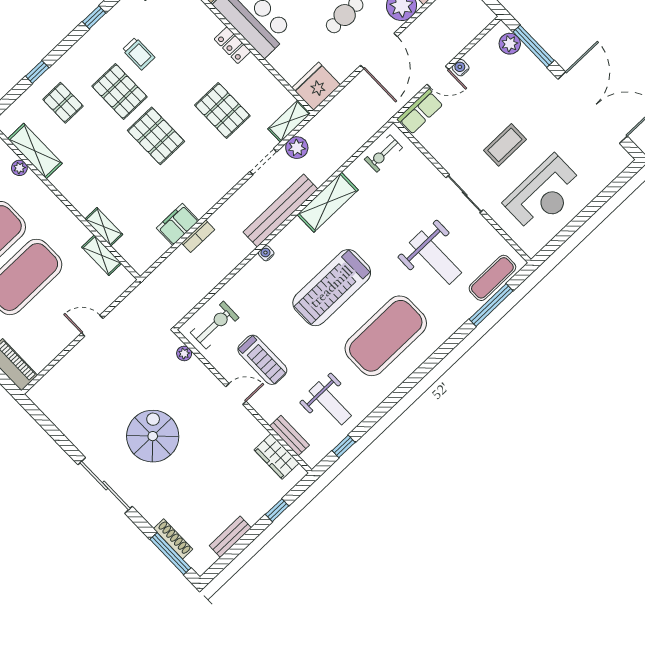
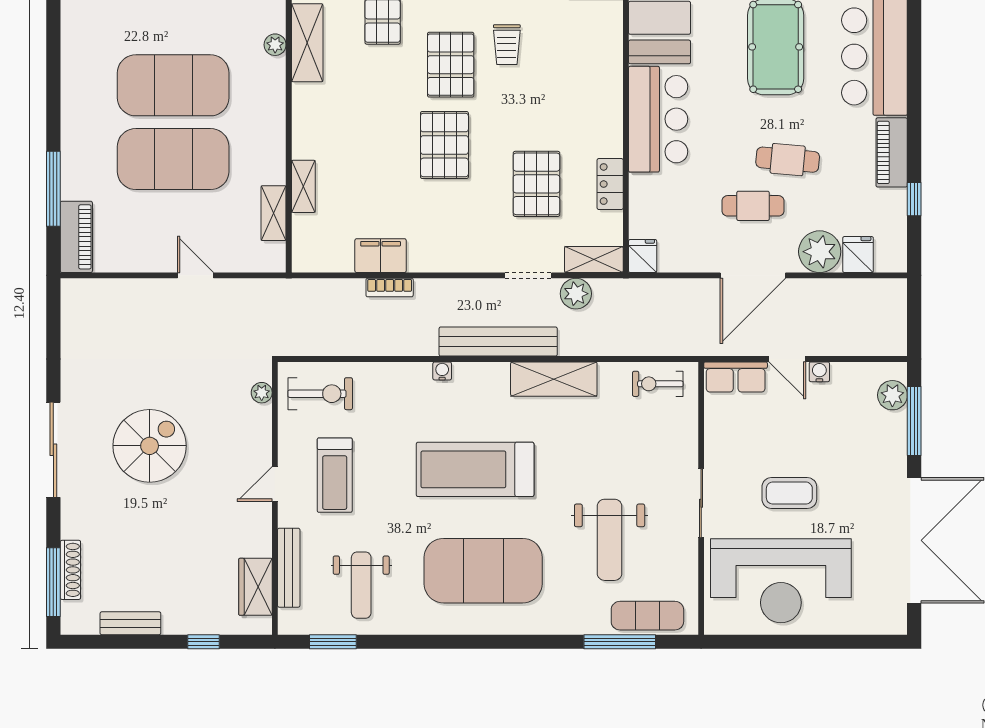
locker: (232, 45) -> (610, 184), moved
fridge: (316, 86) -> (643, 256), width x0.53, depth x0.75
reception desk: (544, 194) -> (781, 581), width x1.36, depth x1.30
door: (236, 394) -> (275, 484), swing flipped
bench: (290, 436) -> (289, 568), width x1.36
window: (344, 446) -> (333, 642), width x1.50

